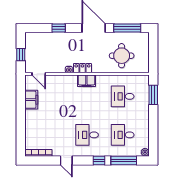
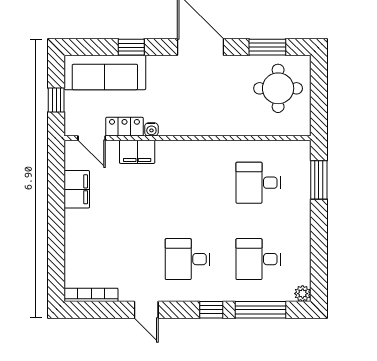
window: (127, 28) -> (267, 47), width x0.69
sofa: (45, 41) -> (105, 72), added
round table: (122, 56) -> (278, 88), moved
locker: (82, 68) -> (124, 127), moved
filing cabinet: (86, 81) -> (137, 152), moved

